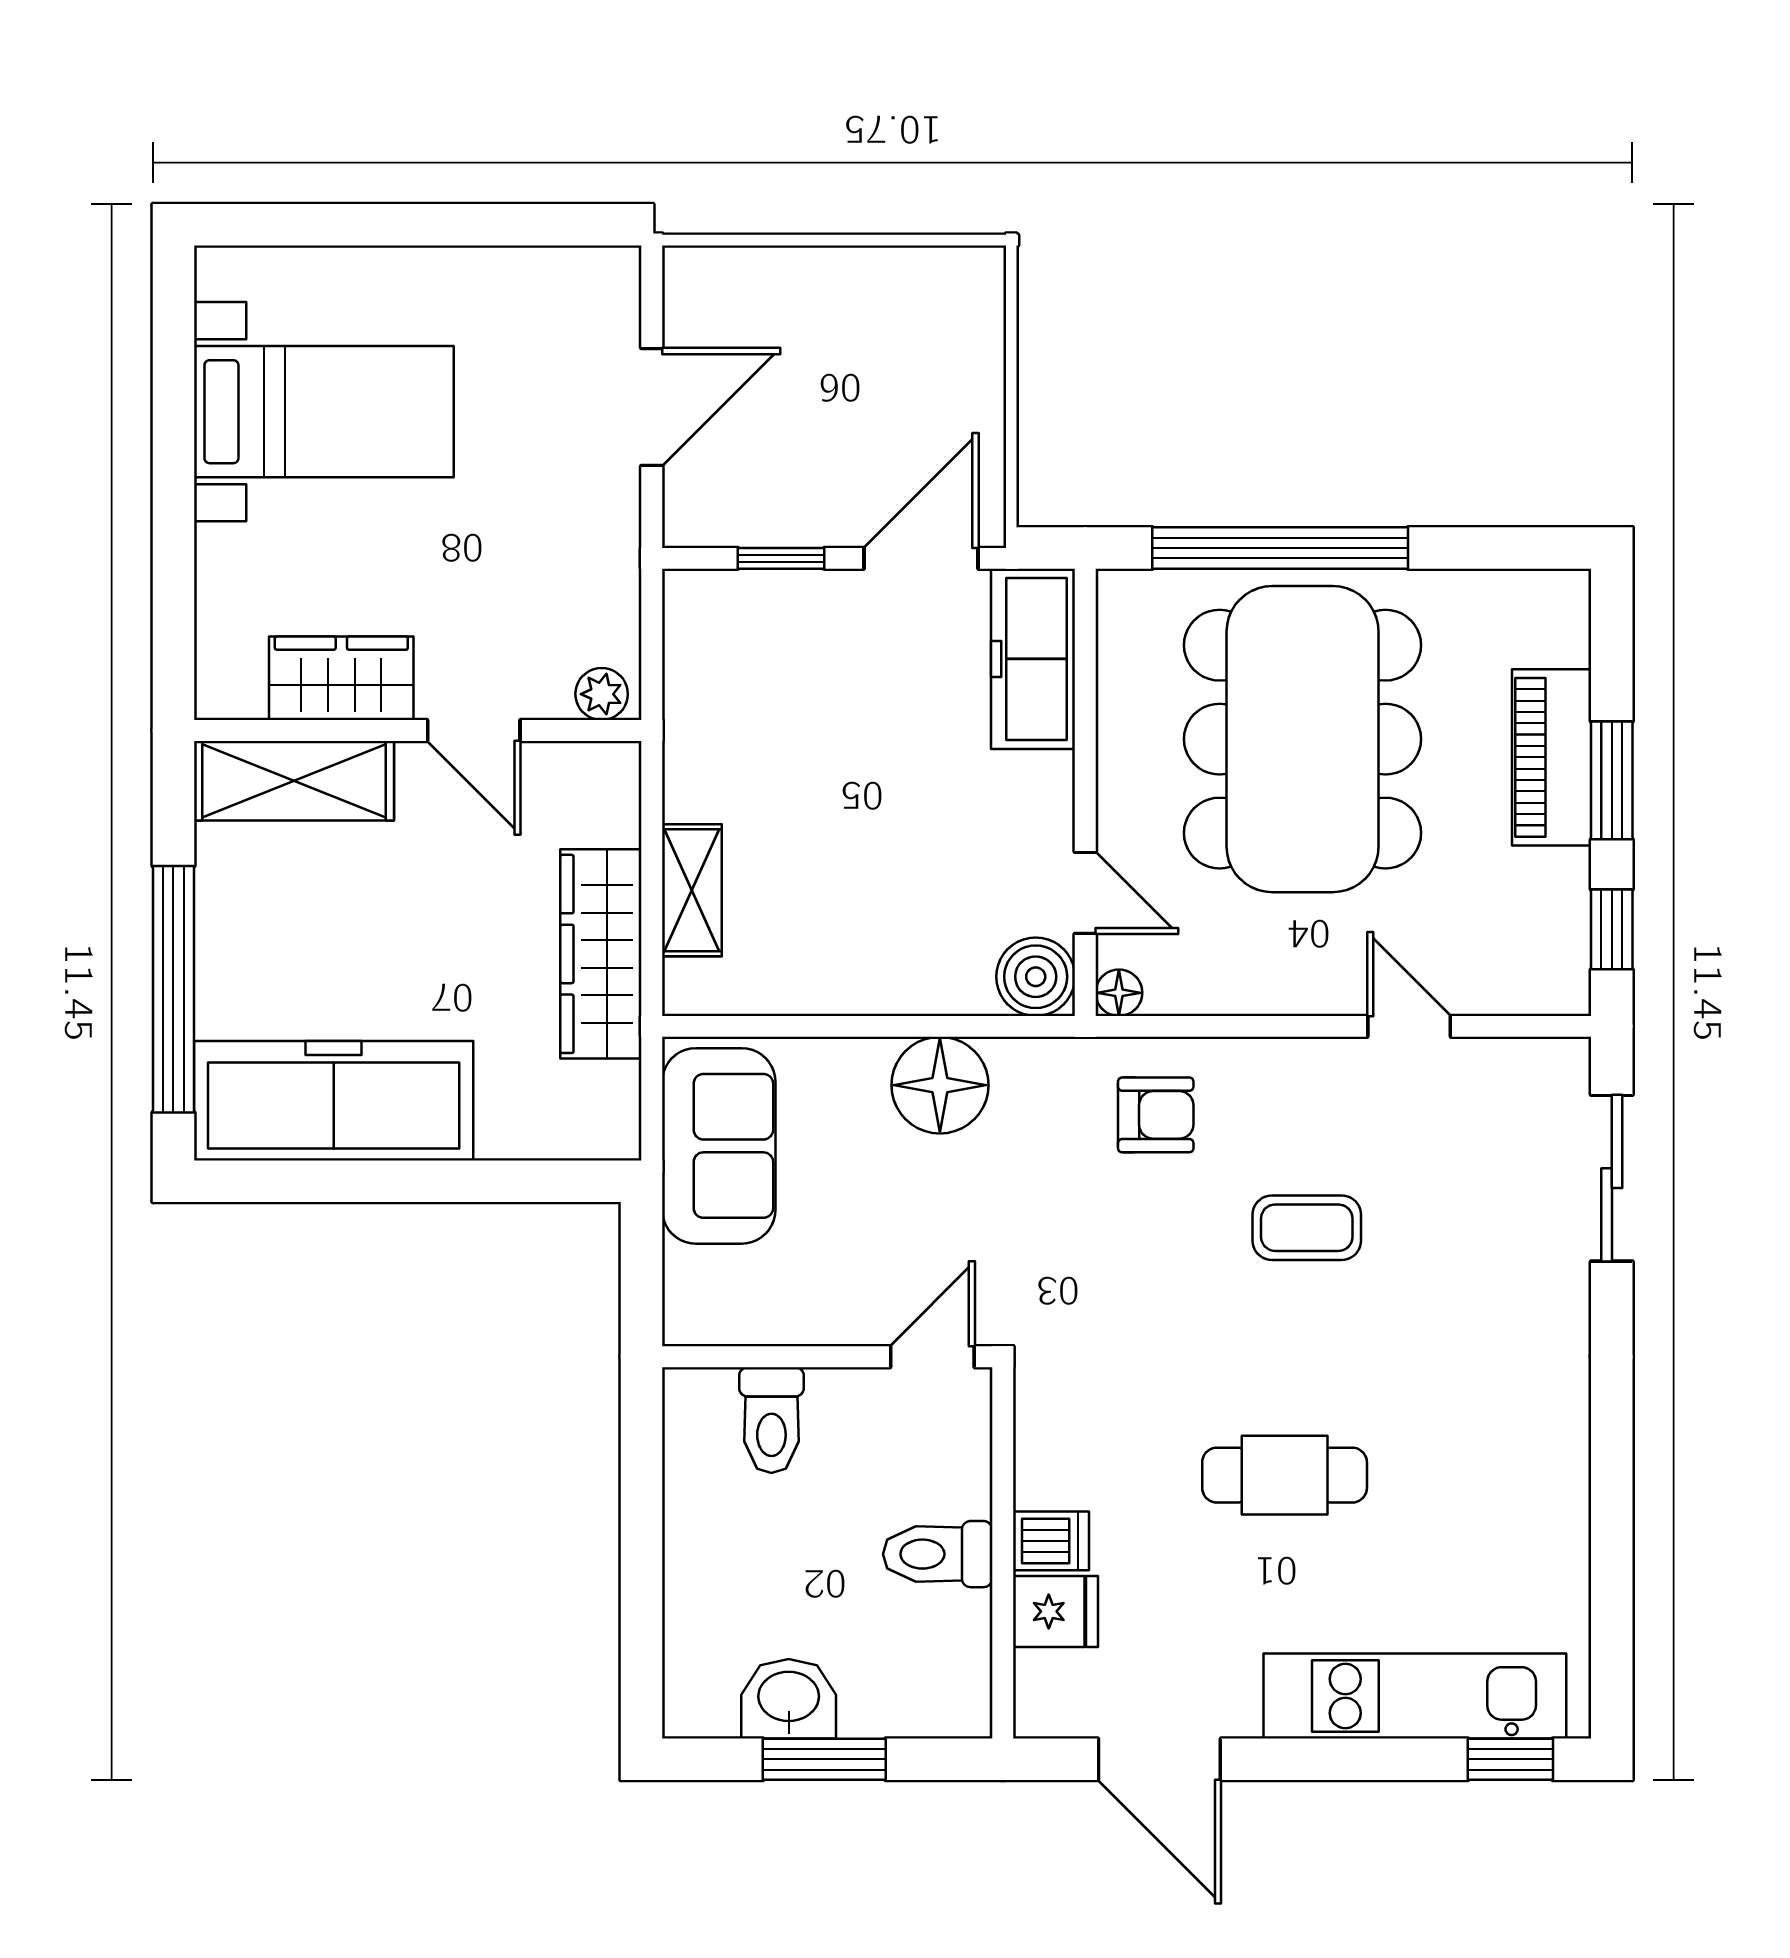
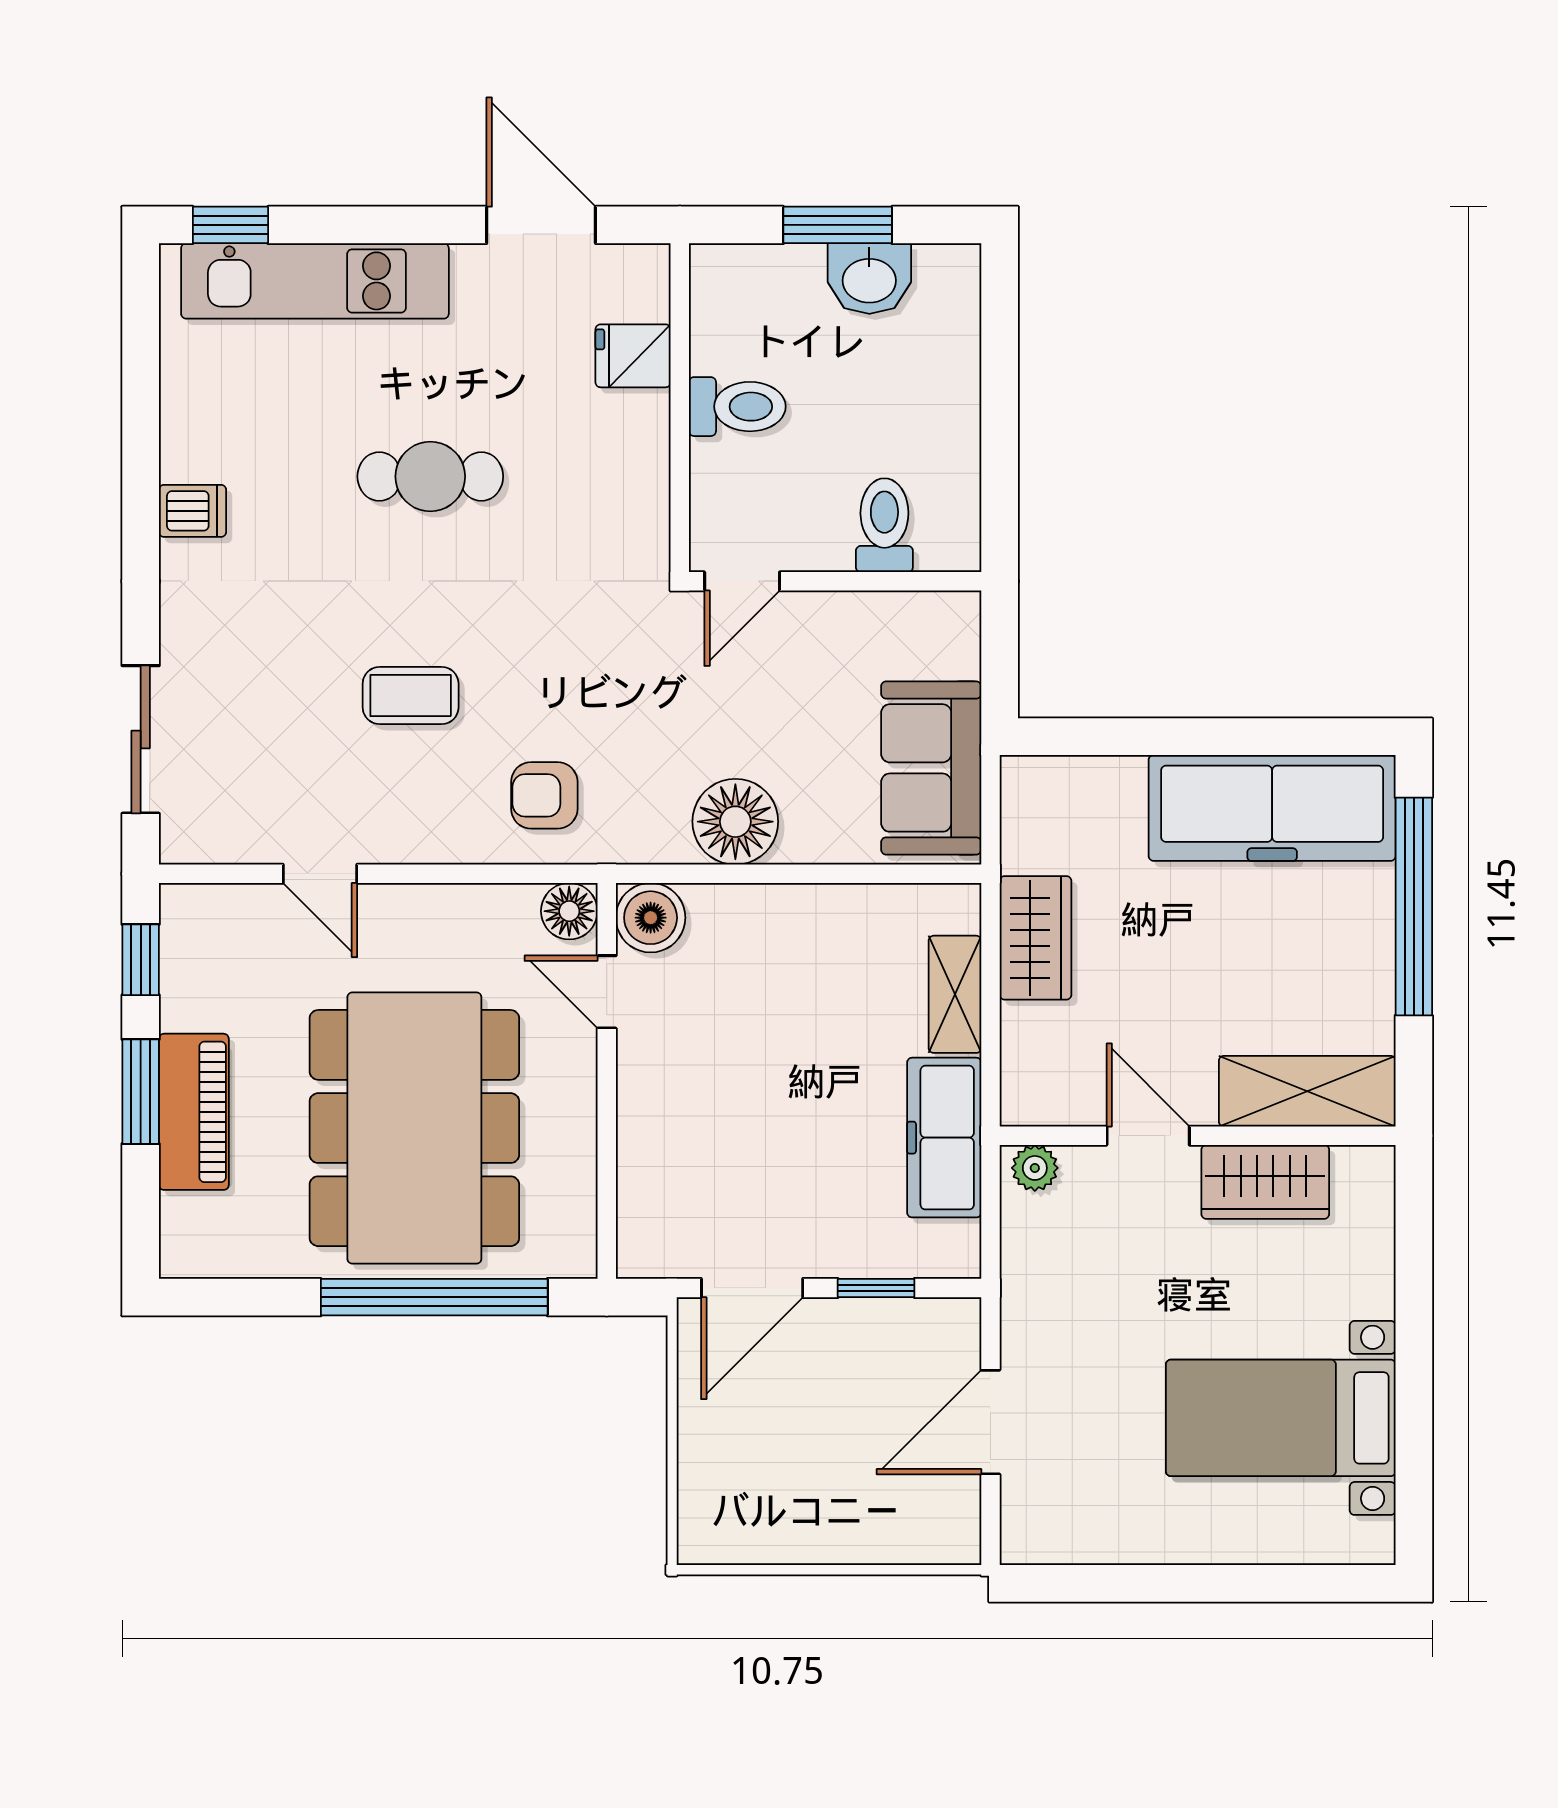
freezer: (1033, 659) -> (944, 1138), moved, turned 180
wardrobe: (601, 954) -> (1035, 938), width x0.67
floor lamp: (1119, 993) -> (569, 911), width x1.37, depth x1.37
dishwasher: (1051, 1541) -> (193, 511), moved, turned 180

